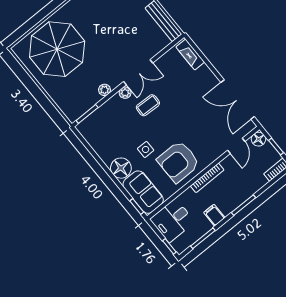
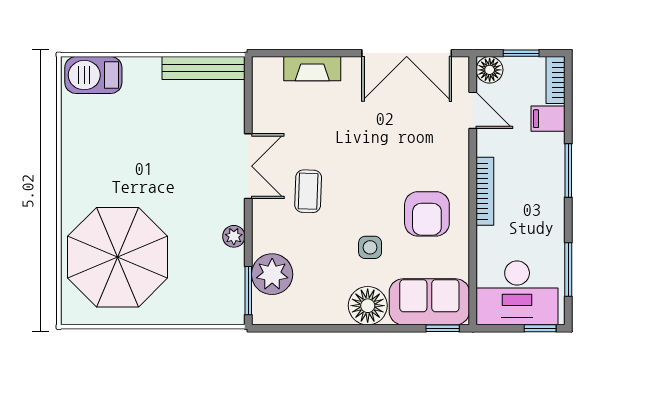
fireplace: (190, 54) -> (312, 69), moved
plant: (125, 93) -> (272, 274), moved, width x1.87, depth x1.87
armchair: (178, 162) -> (427, 214), width x0.73, depth x0.73
filing cabinet: (214, 215) -> (548, 119), moved
desk: (172, 221) -> (517, 293), width x1.37

